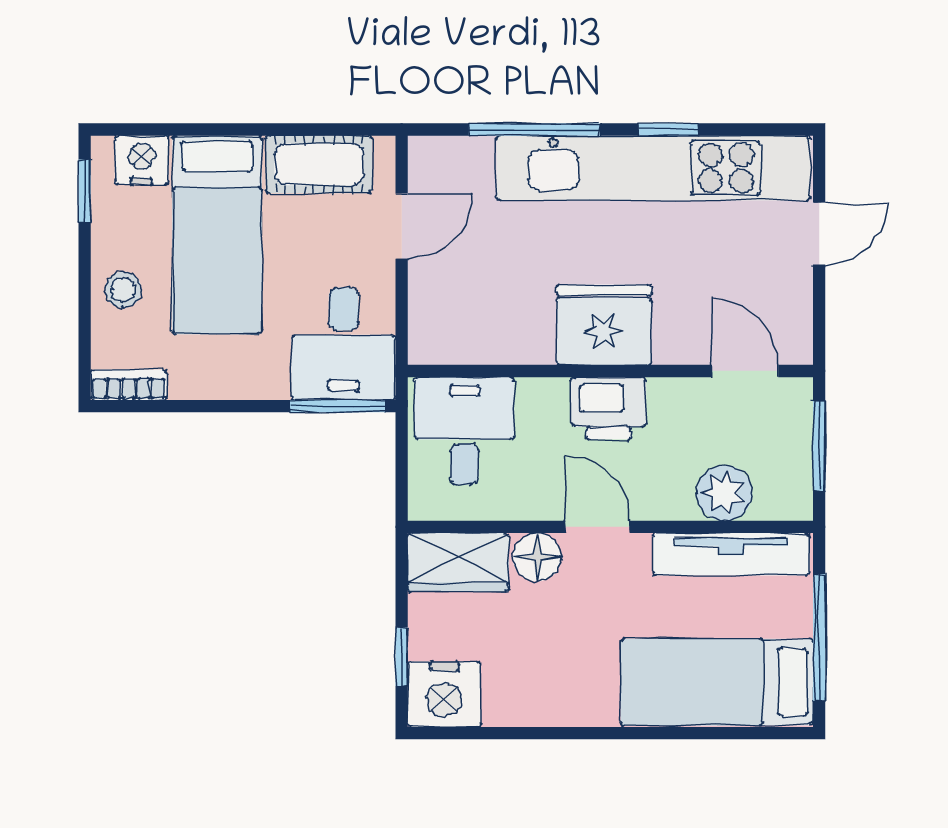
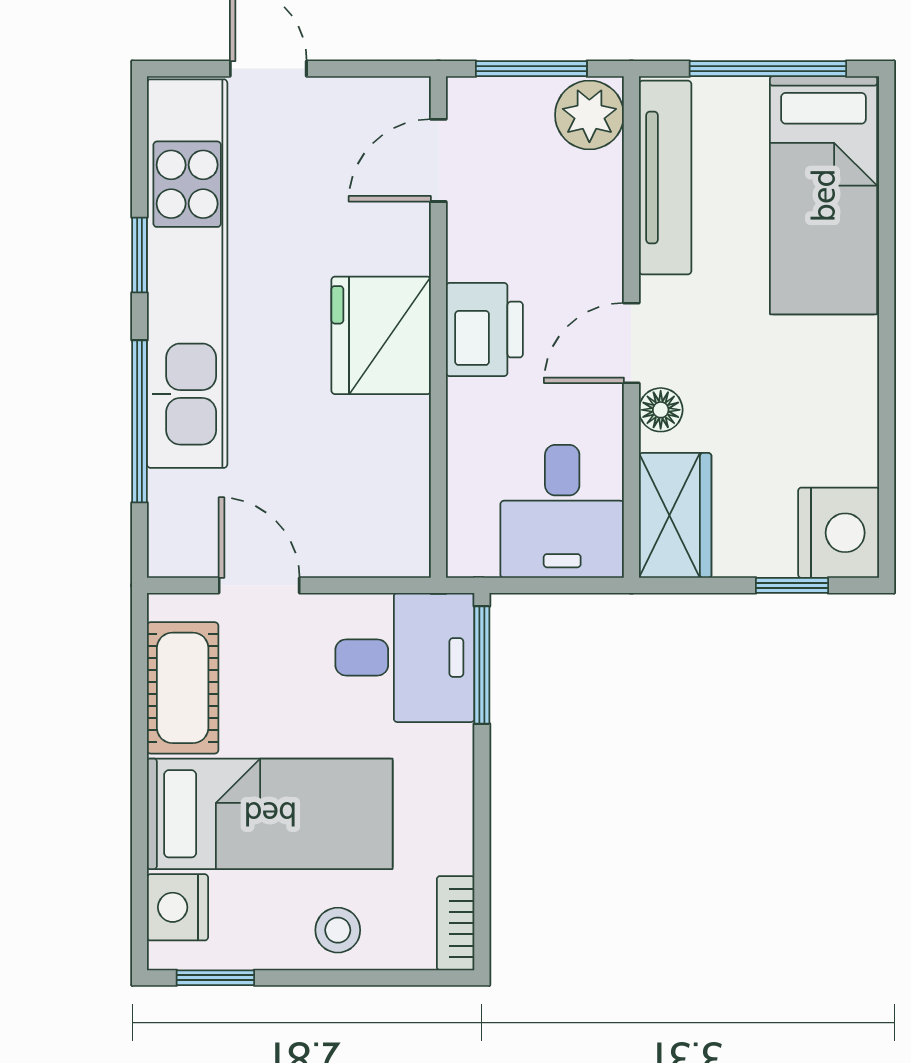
desk: (464, 431) -> (562, 511), moved, turned -90
plant: (724, 493) -> (589, 115), moved
floor lamp: (537, 557) -> (661, 410), width x0.73, depth x0.73

